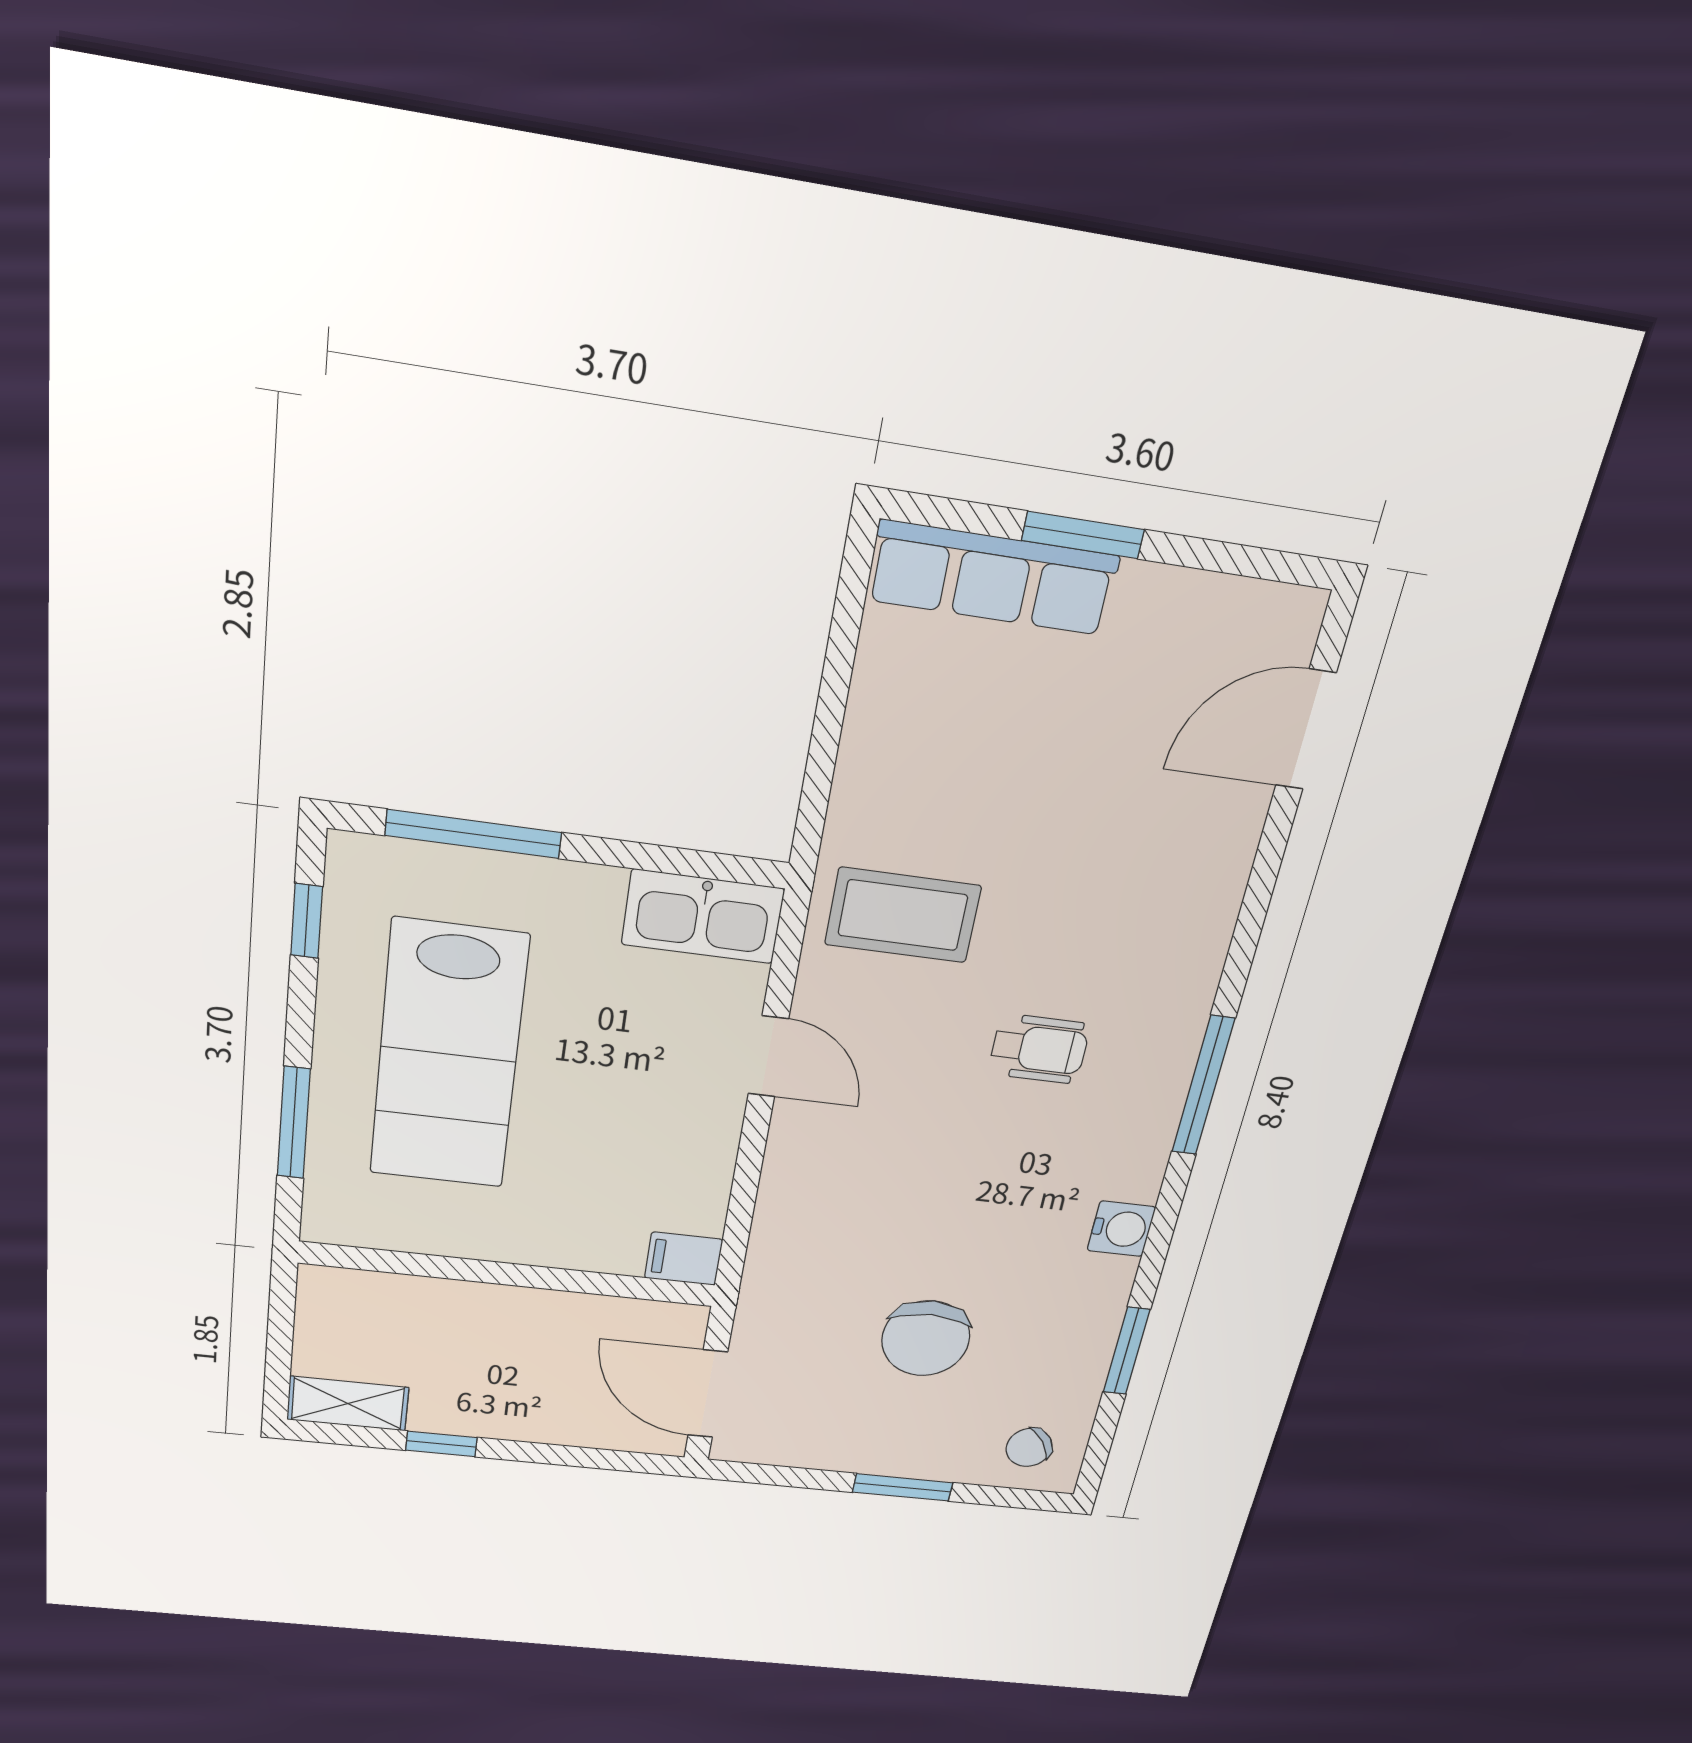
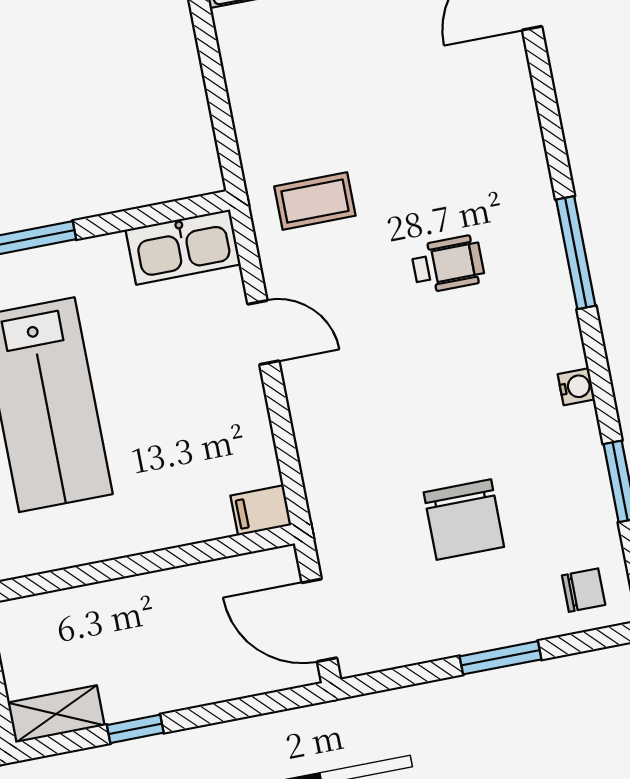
coffee table: (903, 915) -> (315, 201), width x0.73, depth x0.77
water cooler: (1121, 1229) -> (576, 387), width x0.72, depth x0.72
chair: (1029, 1447) -> (584, 590), turned -145

